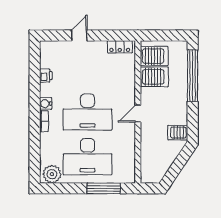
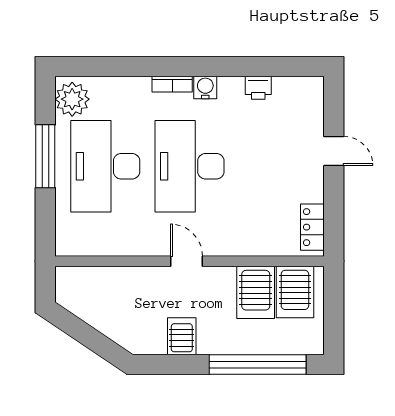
server rack: (178, 133) -> (182, 336), moved
window: (104, 188) -> (45, 156), moved

